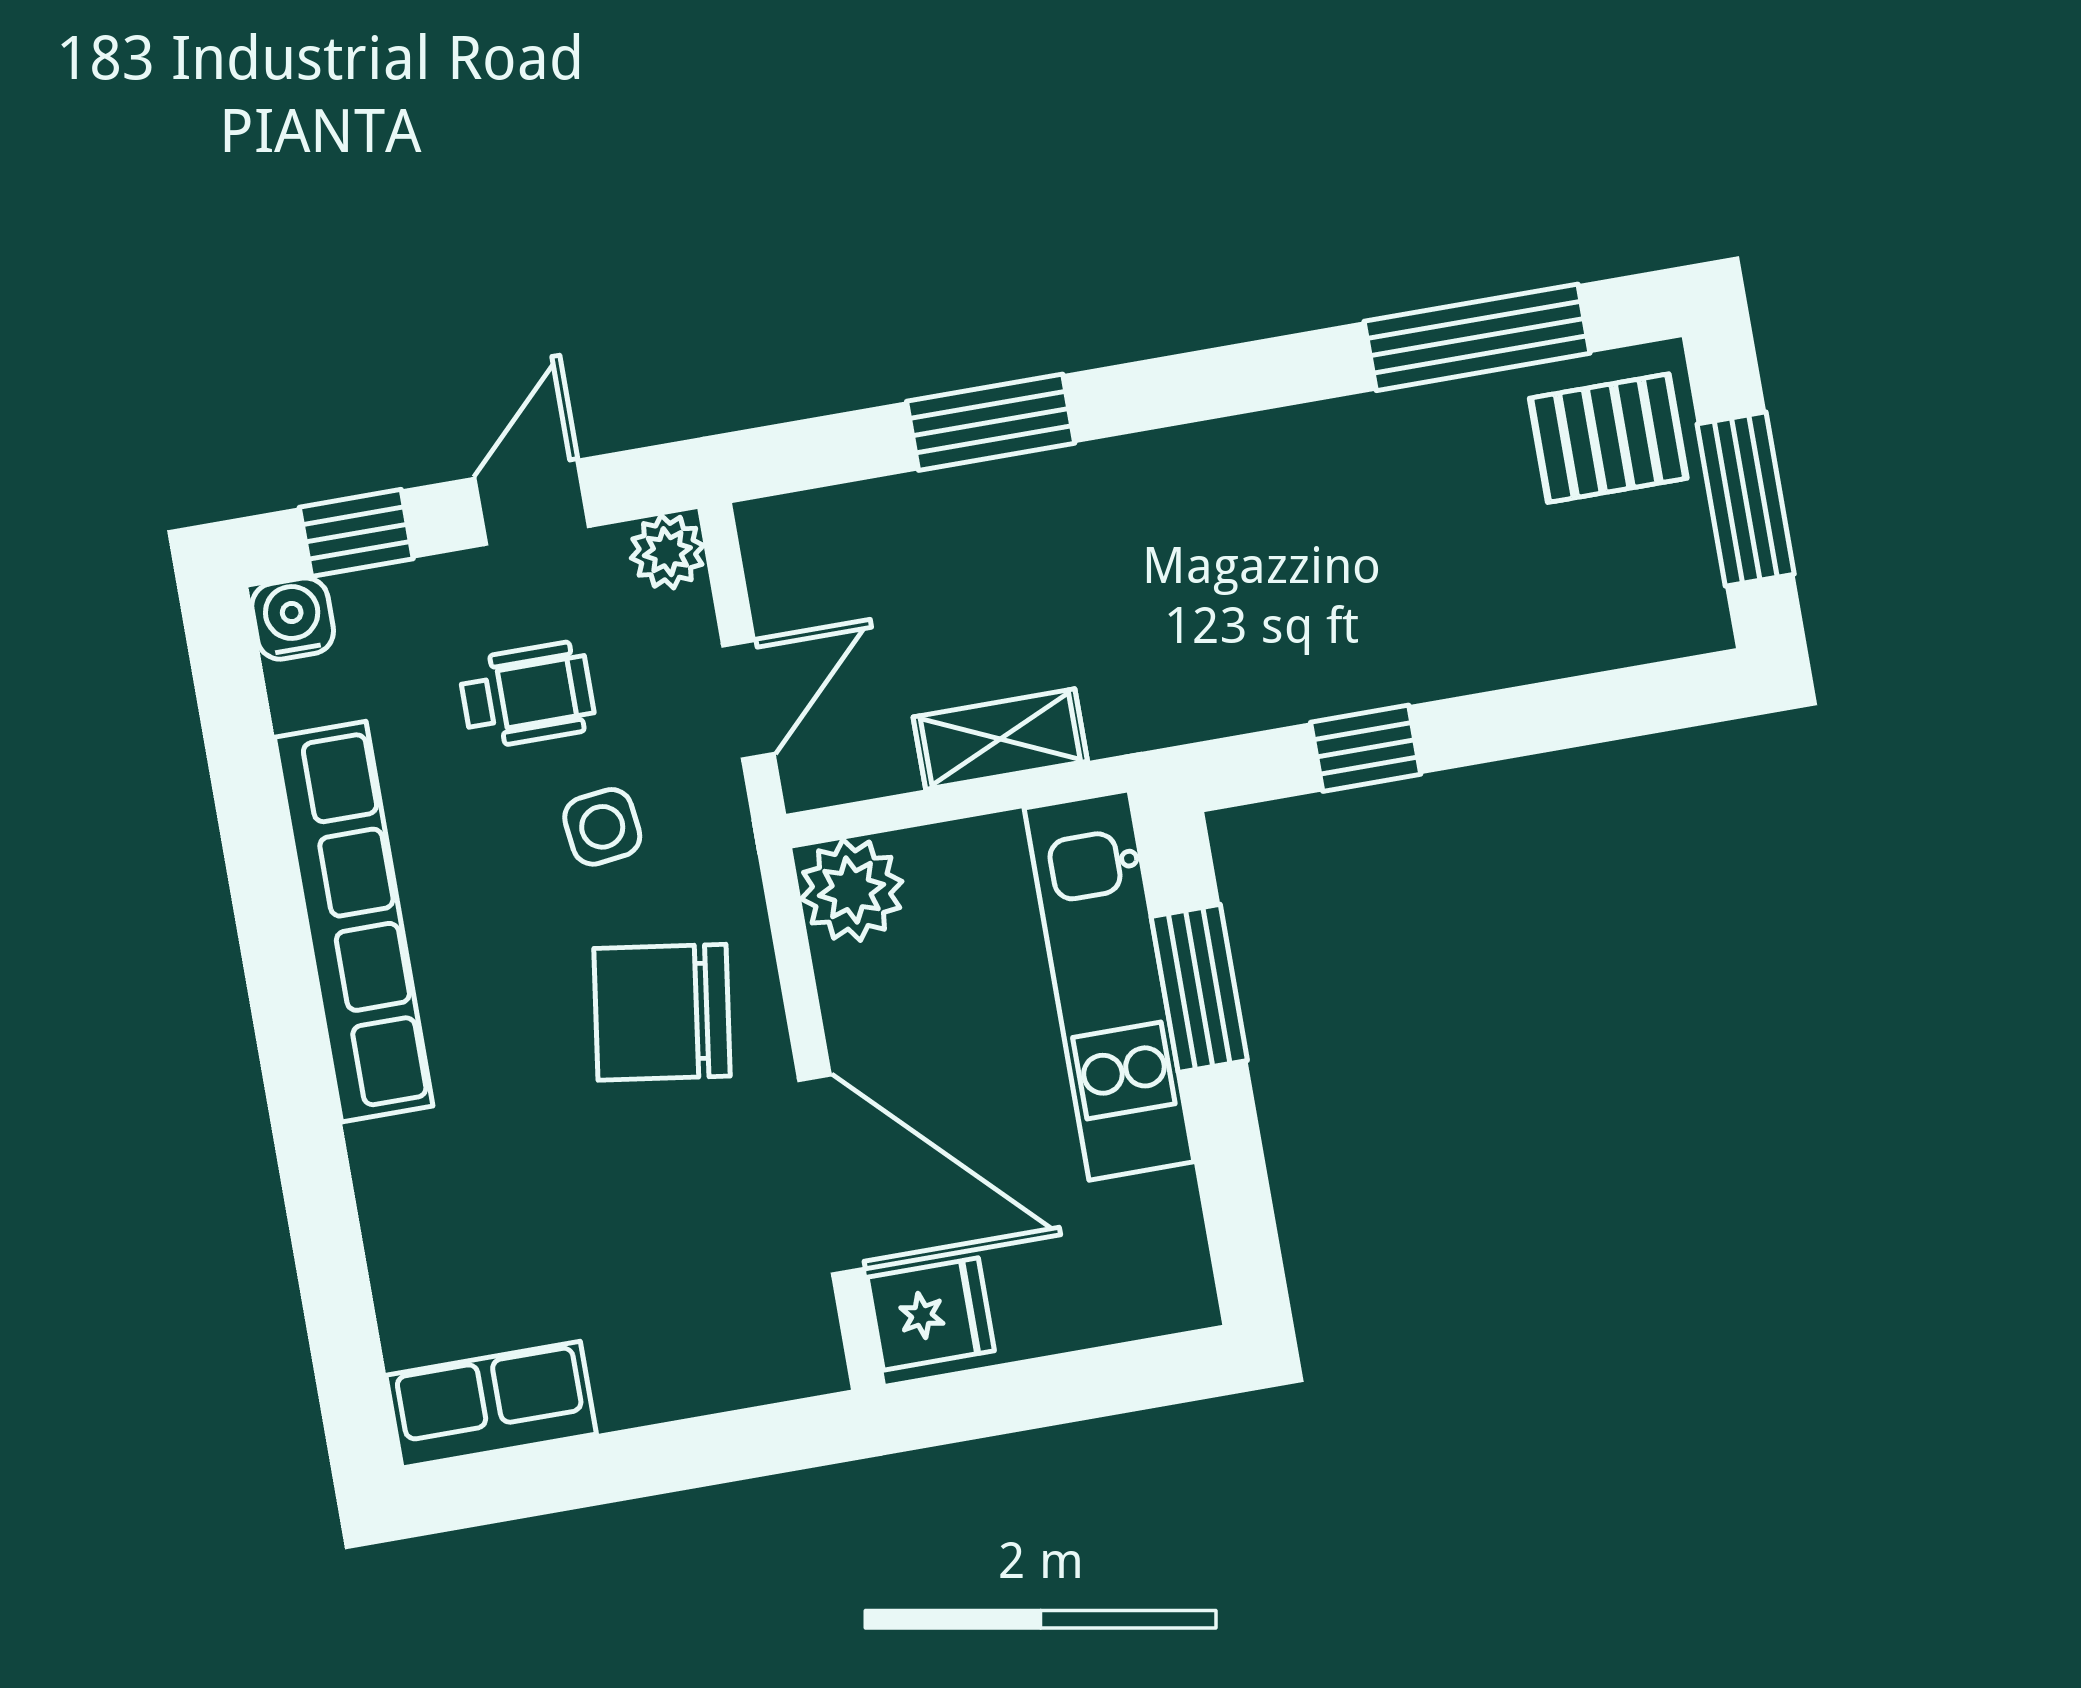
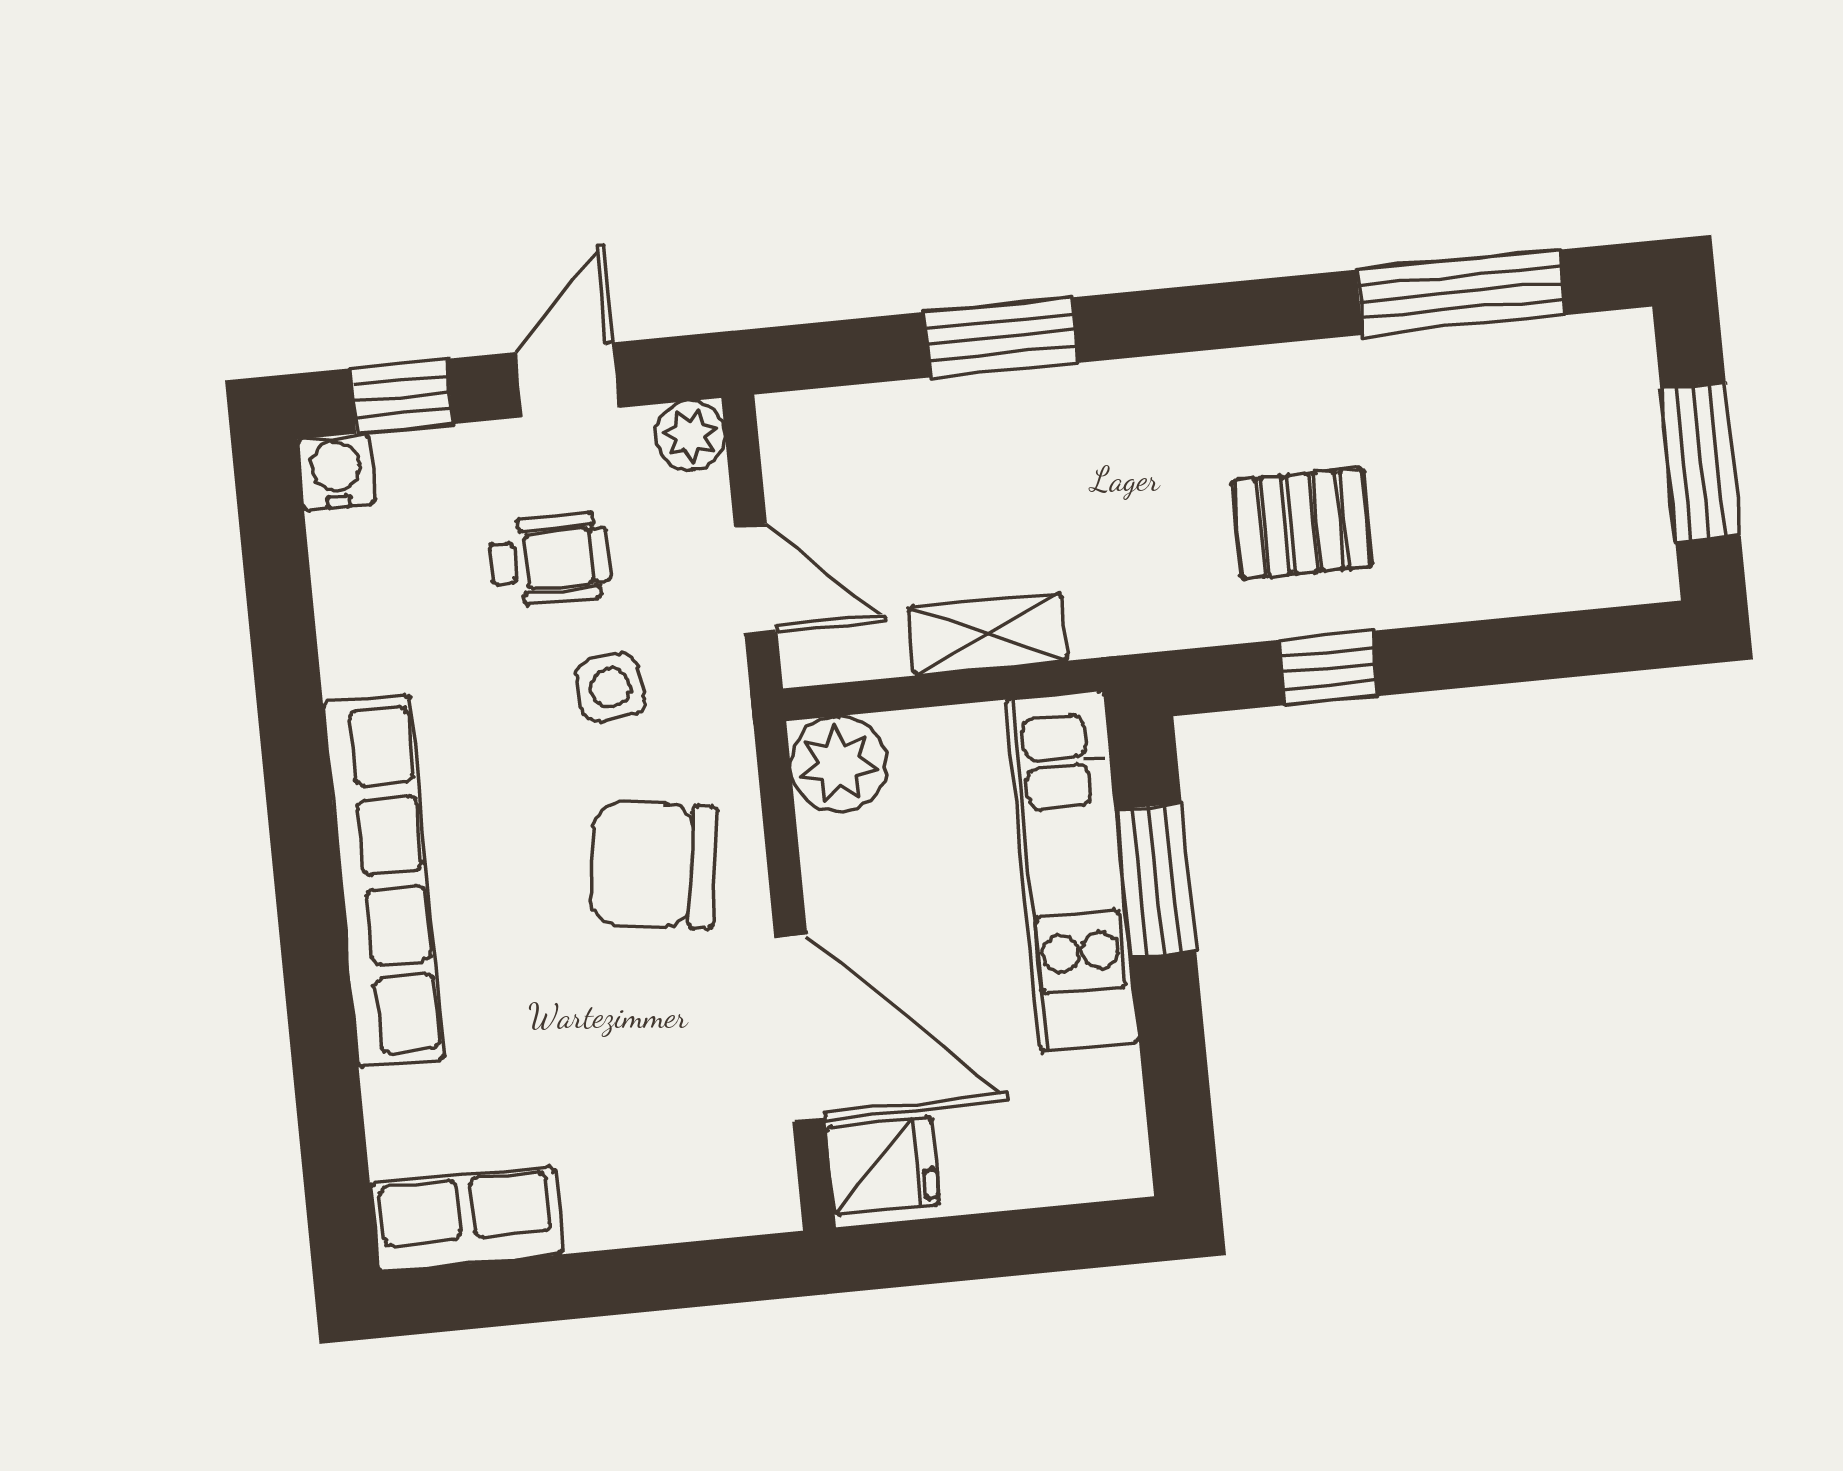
pallet: (1608, 438) -> (1302, 524), moved
door: (748, 700) -> (756, 579), hinge flipped
row of seats: (354, 922) -> (384, 881), moved

